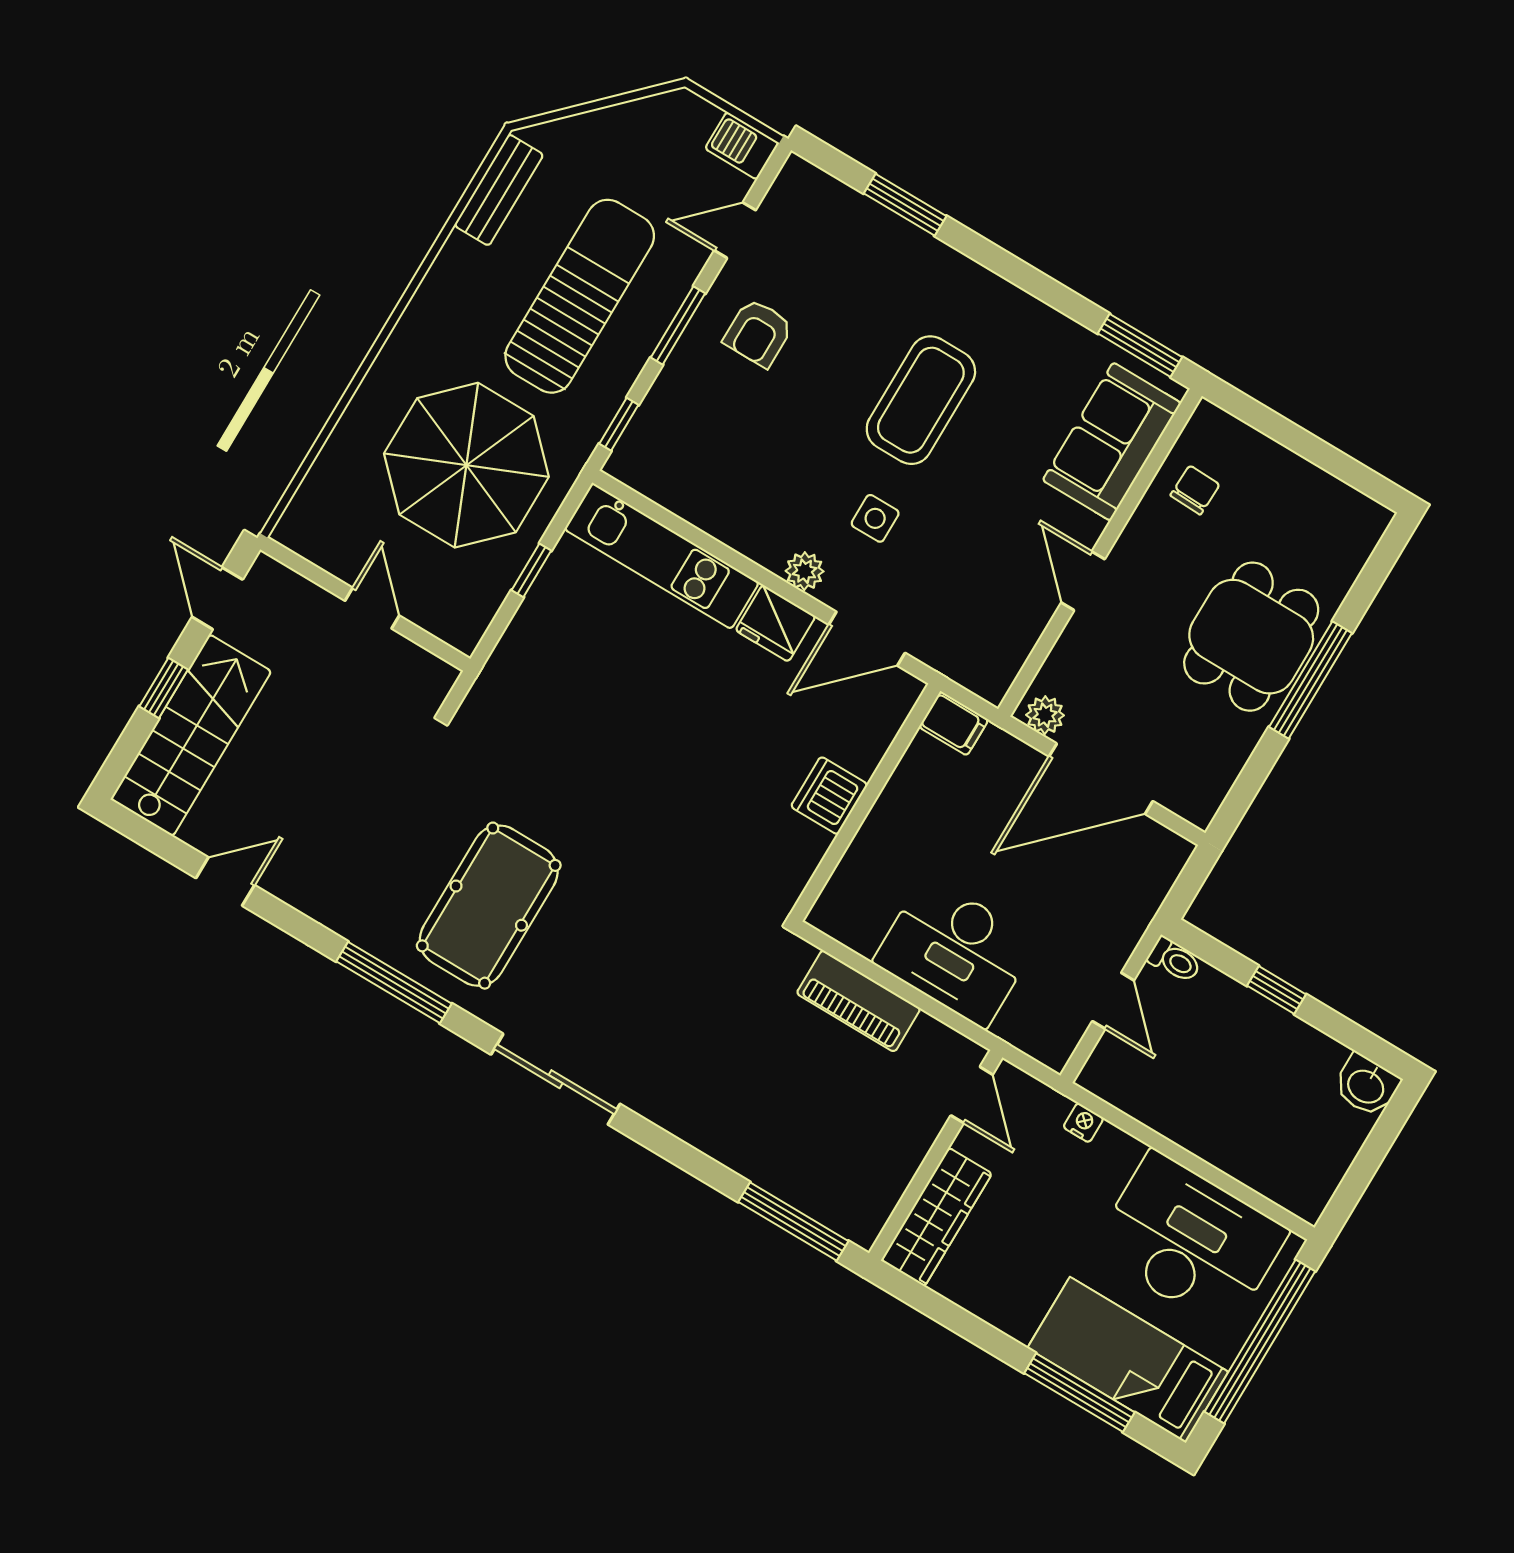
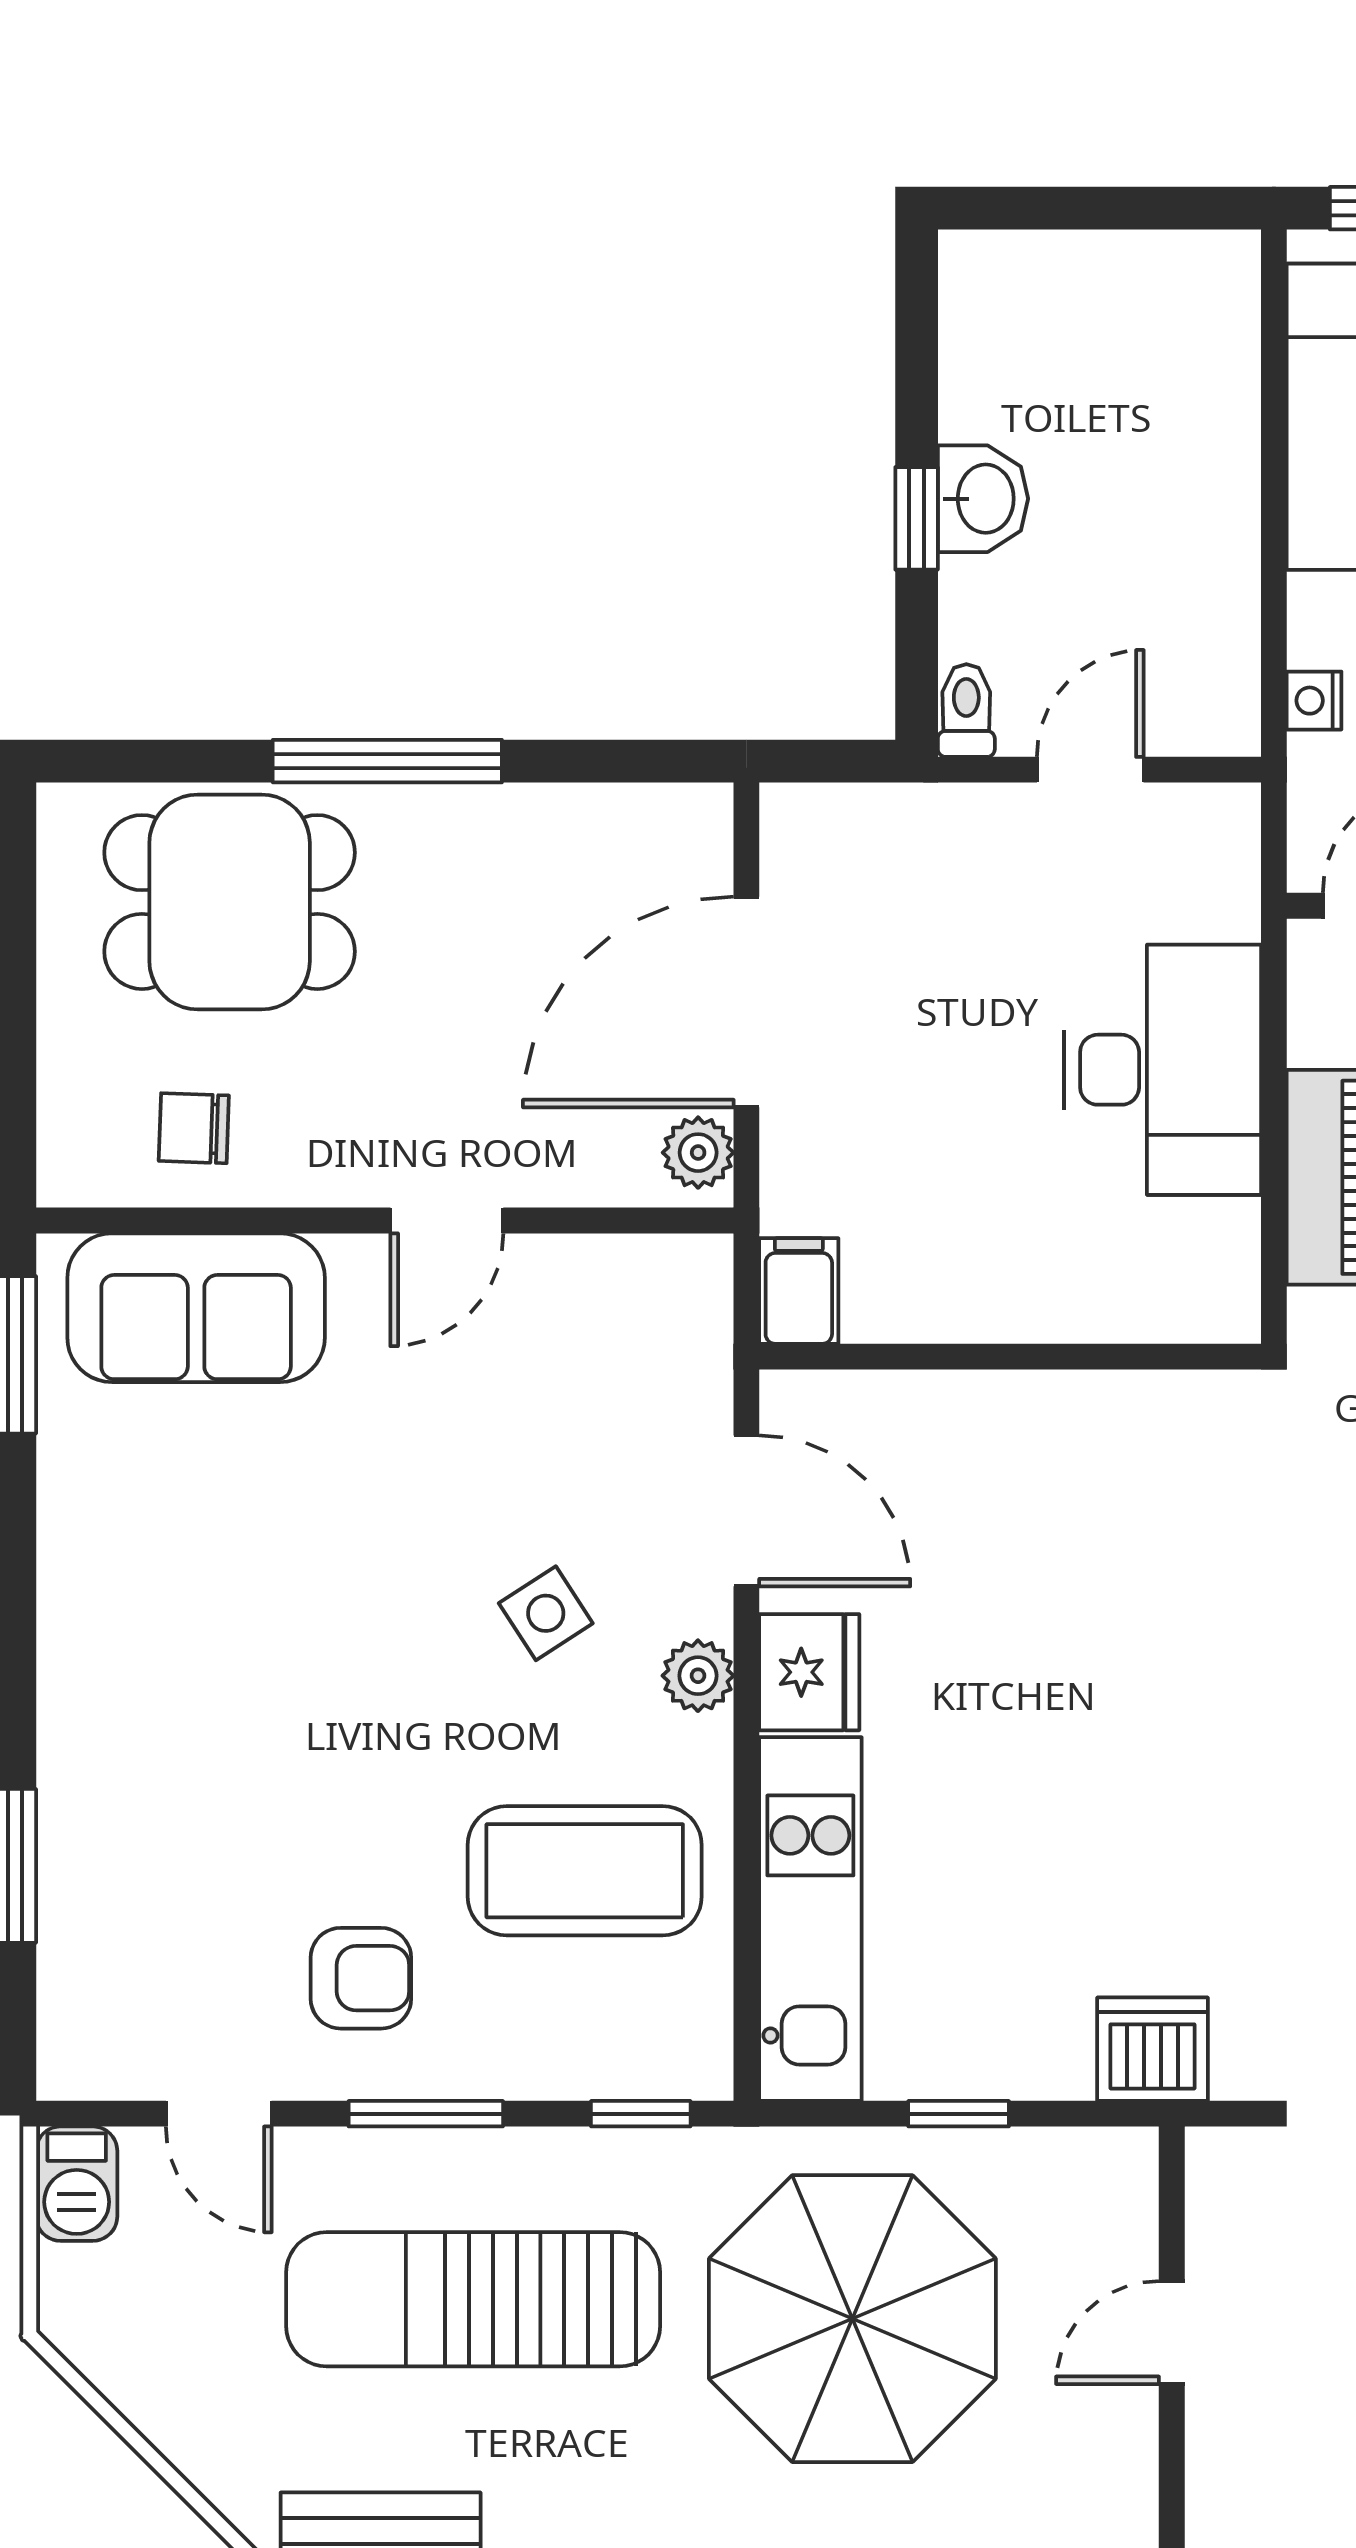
coffee table: (921, 400) -> (585, 1871), moved
side table: (875, 518) -> (546, 1613), turned -33
dining table: (1251, 637) -> (230, 902), moved
door: (1101, 779) -> (746, 1002), swing flipped
dishwasher: (829, 796) -> (1152, 2049), moved, turned 180
washbasin: (1366, 1085) -> (983, 499), moved

